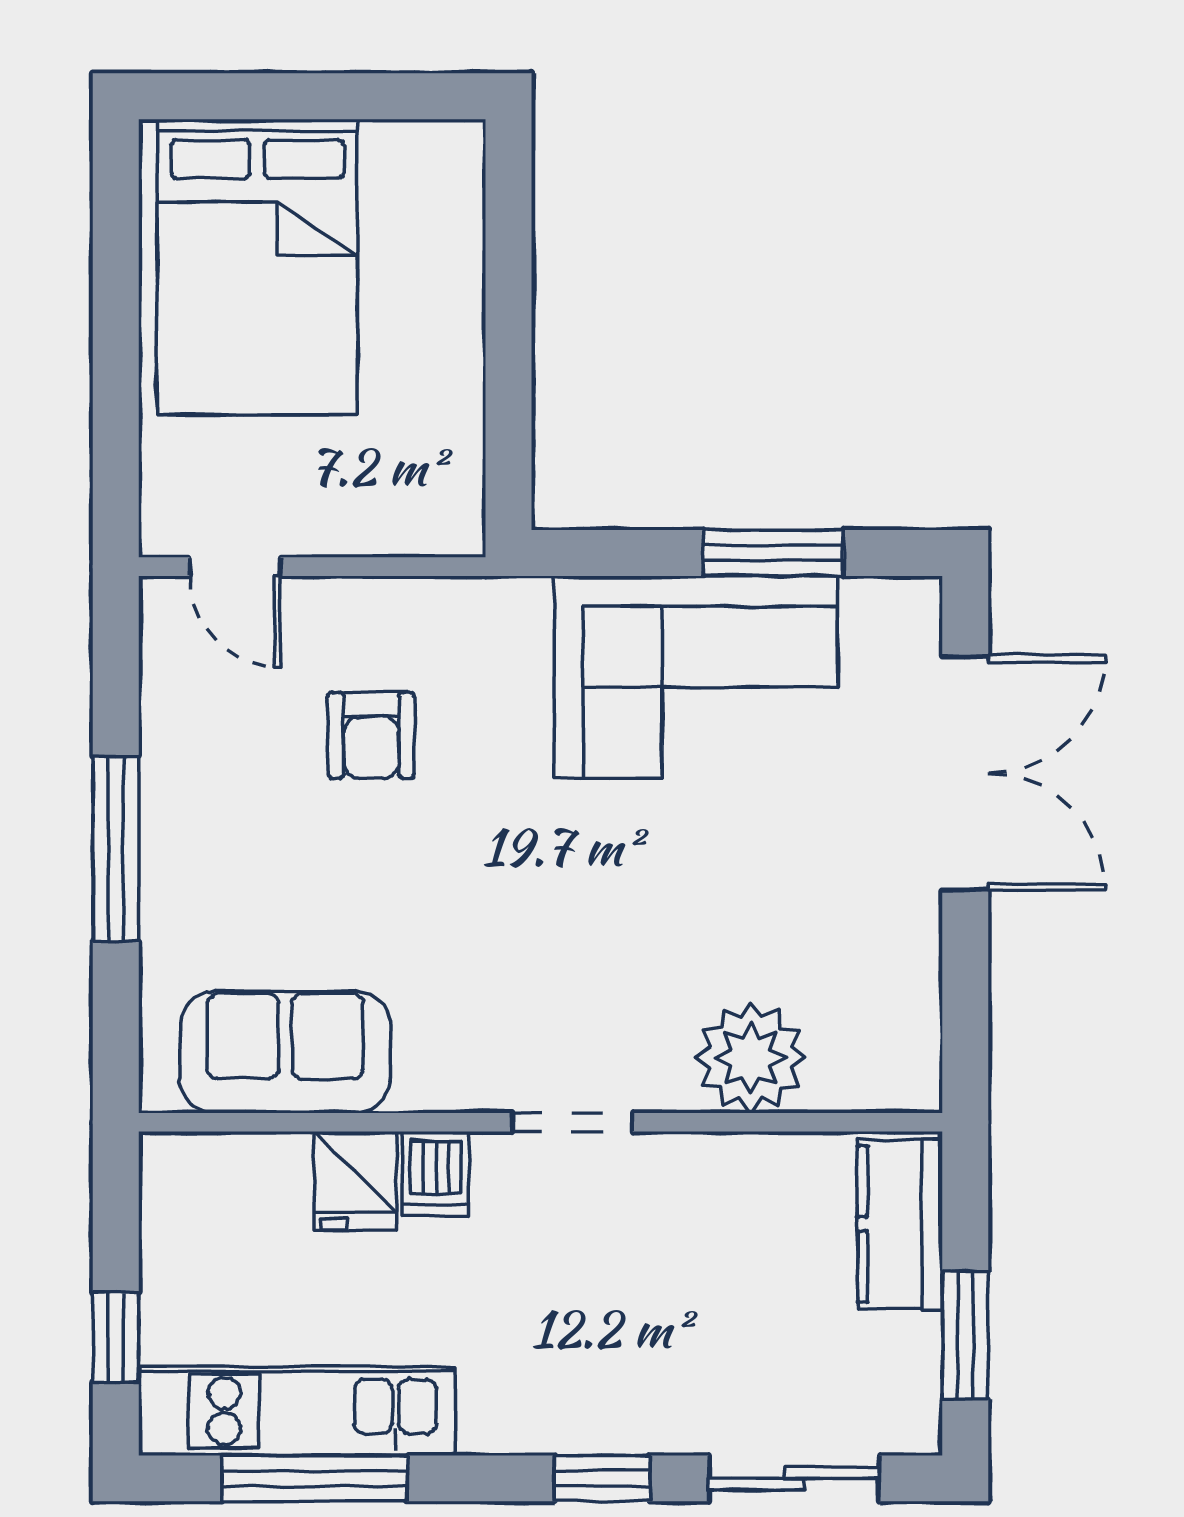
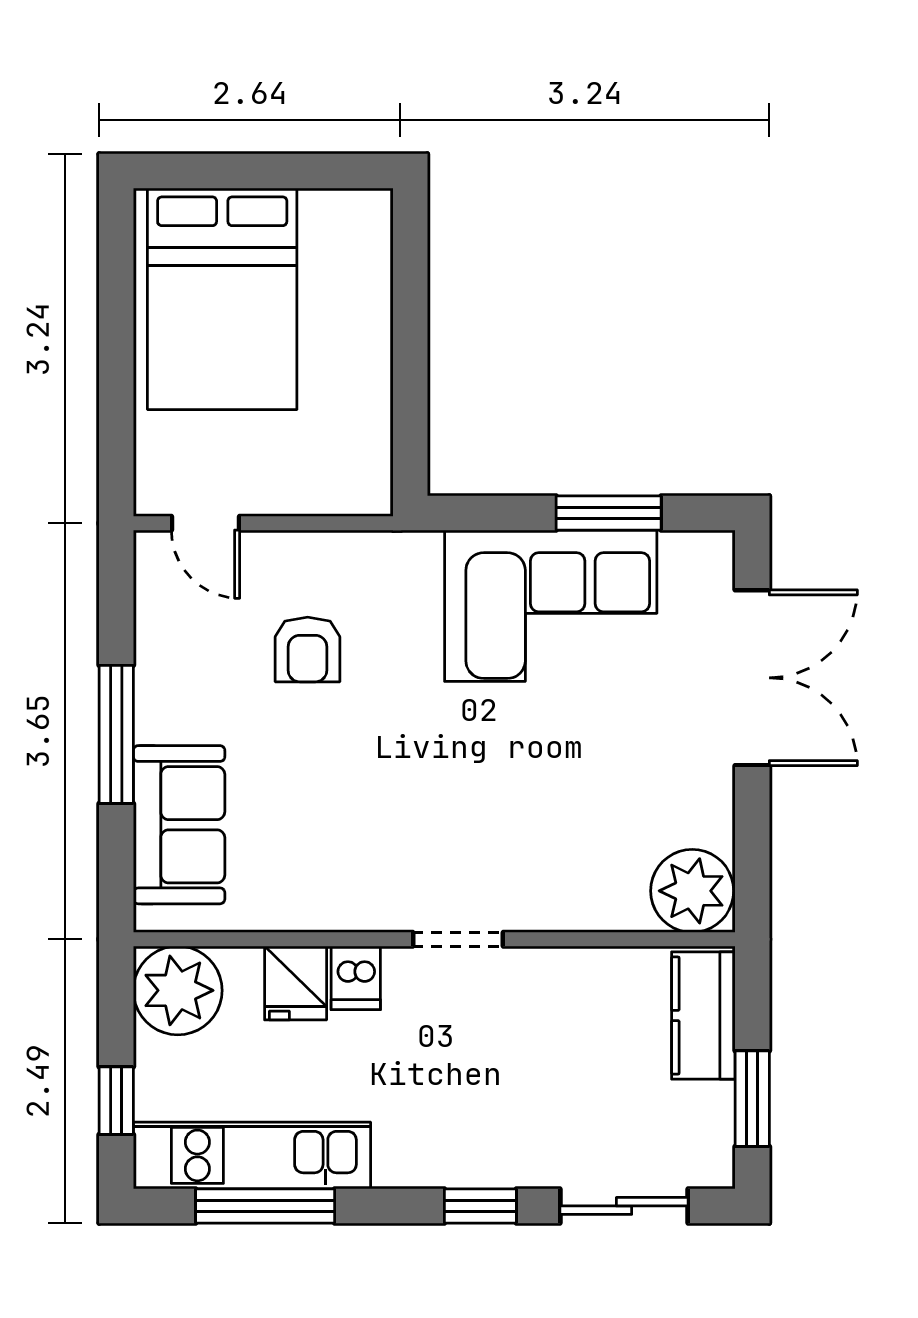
sofa: (285, 1052) -> (179, 825), moved, turned 90
plant: (751, 1058) -> (692, 891), moved
plant: (198, 1191) -> (178, 990), added

